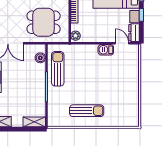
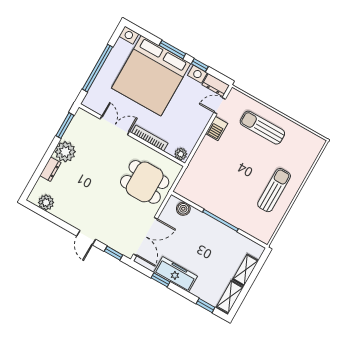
dining table: (44, 22) -> (145, 182), turned 90
sun lounger: (58, 69) -> (262, 128), moved
shelving: (34, 122) -> (246, 270), moved

